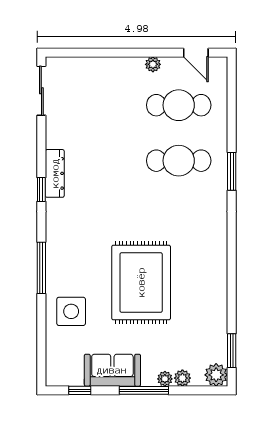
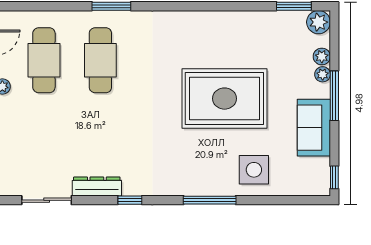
sliding door: (41, 91) -> (47, 200), moved
dresser: (55, 173) -> (97, 186), moved
window: (80, 390) -> (334, 177), moved

